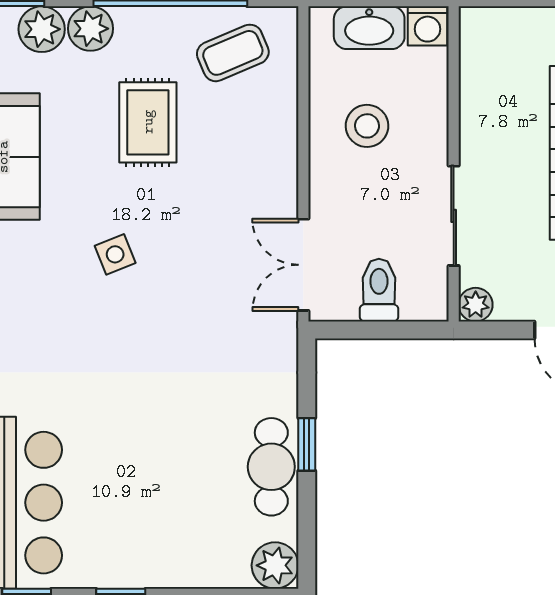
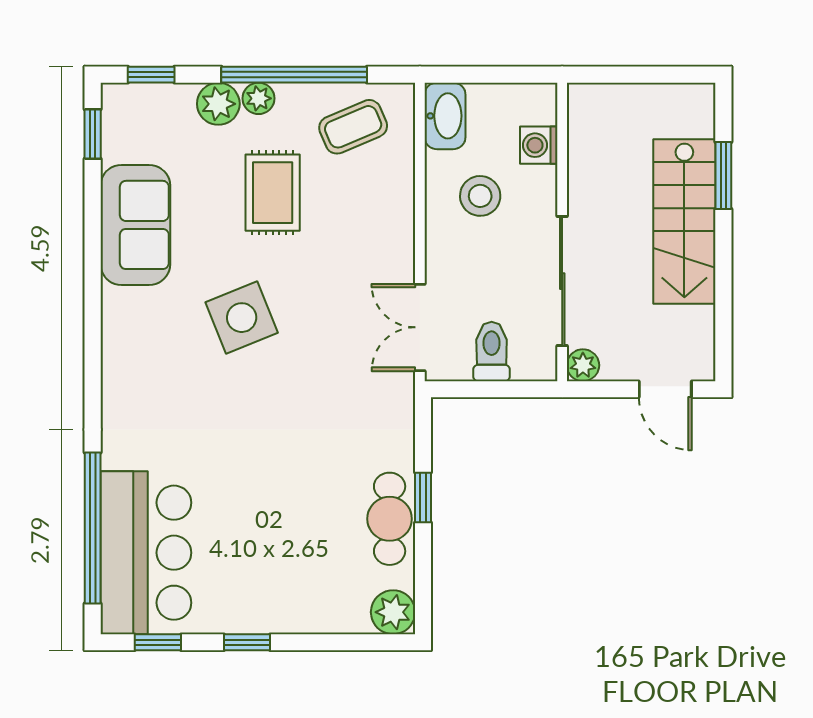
washing machine: (428, 26) -> (539, 145), moved, turned 90
washbasin: (369, 28) -> (445, 116), moved, turned -90
plant: (42, 29) -> (259, 98), moved, width x0.73, depth x0.73
sliding door: (454, 216) -> (562, 281), width x1.37
side table: (115, 254) -> (242, 318), width x1.87, depth x1.87

